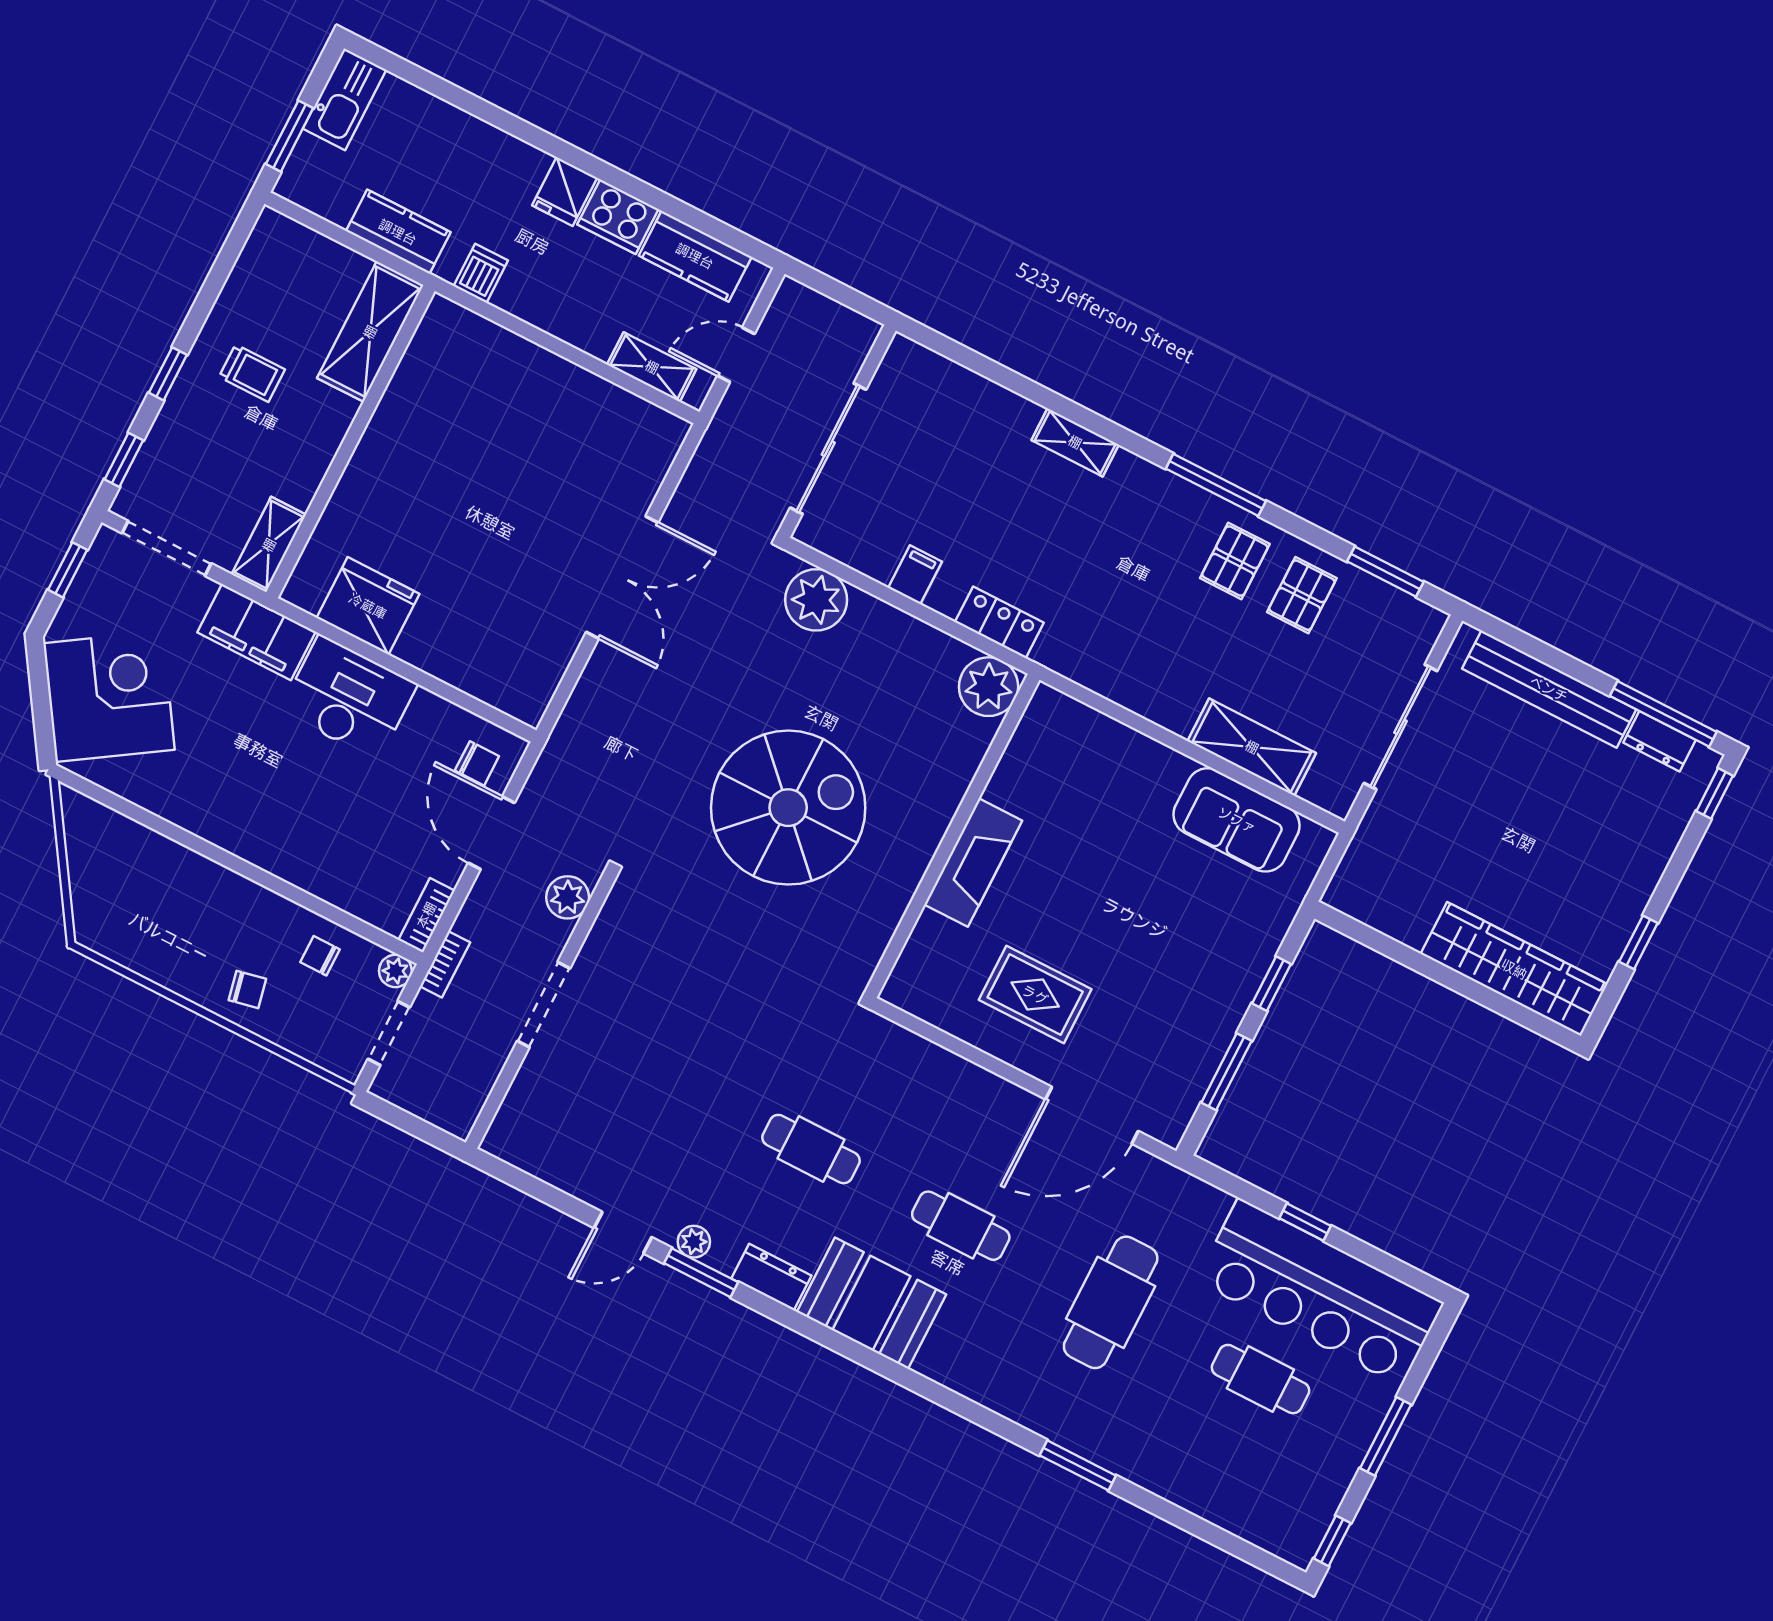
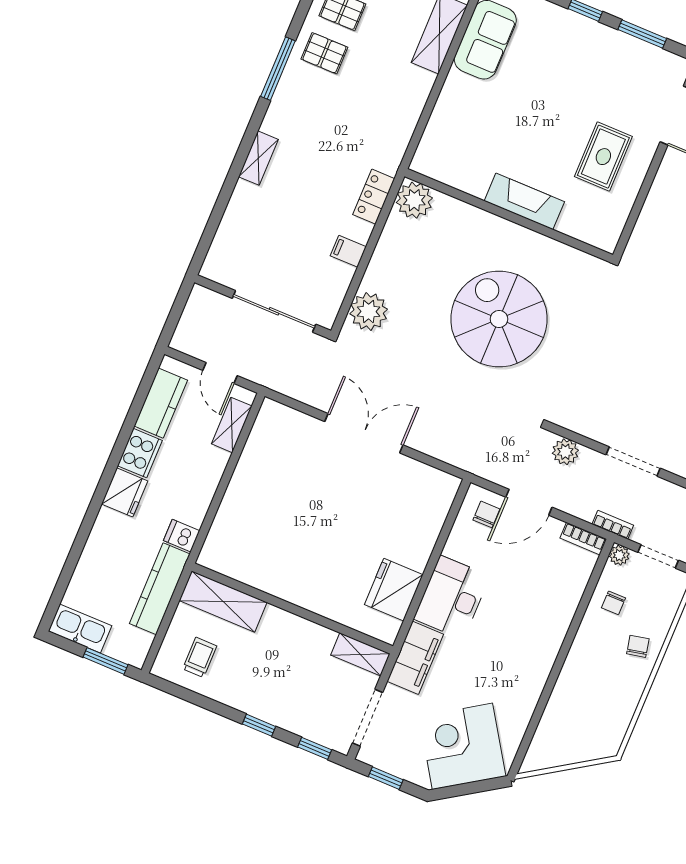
fridge: (565, 191) -> (125, 492), width x1.38
kitchen counter: (398, 232) -> (160, 589), width x1.50
trolley: (252, 373) -> (200, 657), moved

